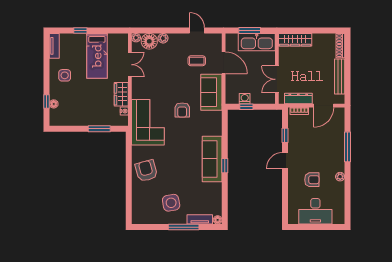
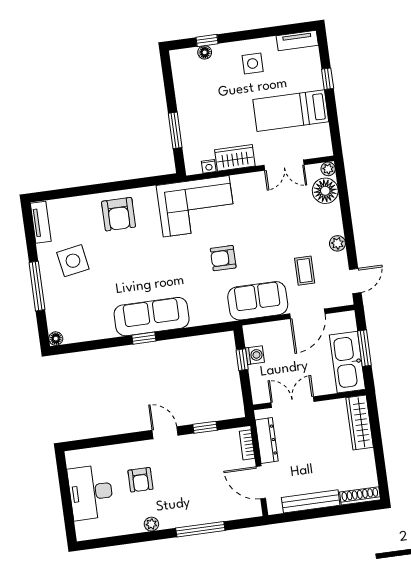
door: (197, 30) -> (355, 281), moved
plant: (163, 38) -> (337, 243), moved
armchair: (146, 171) -> (119, 214), turned 105
tv unit: (200, 219) -> (41, 222), moved

